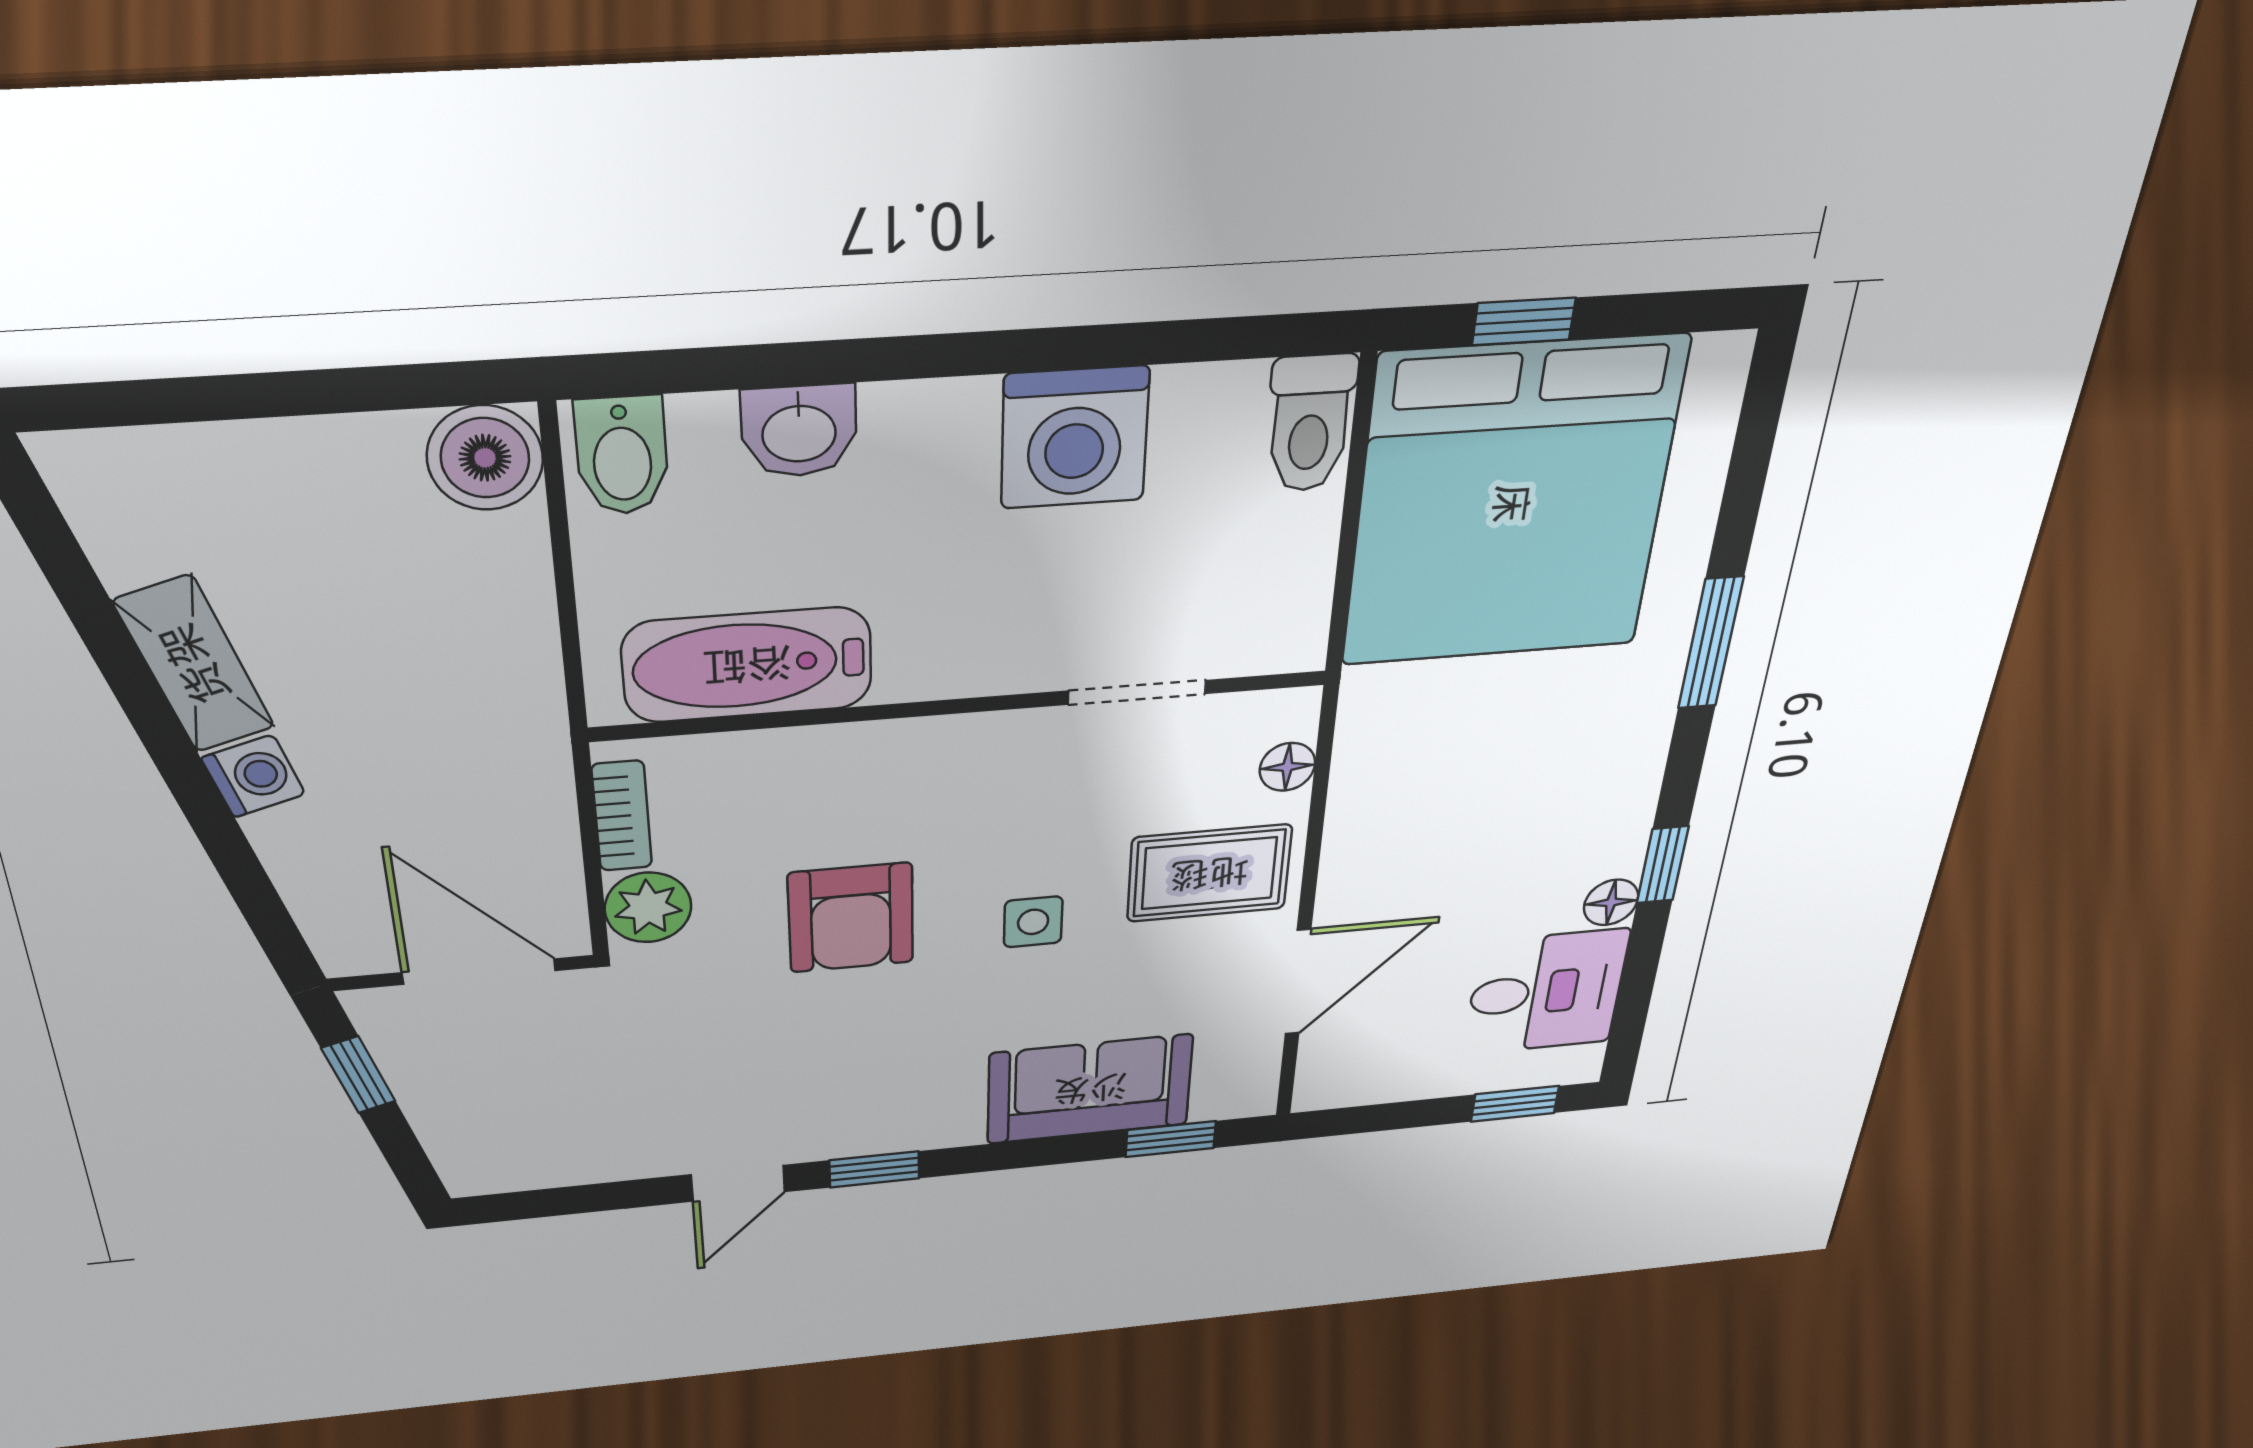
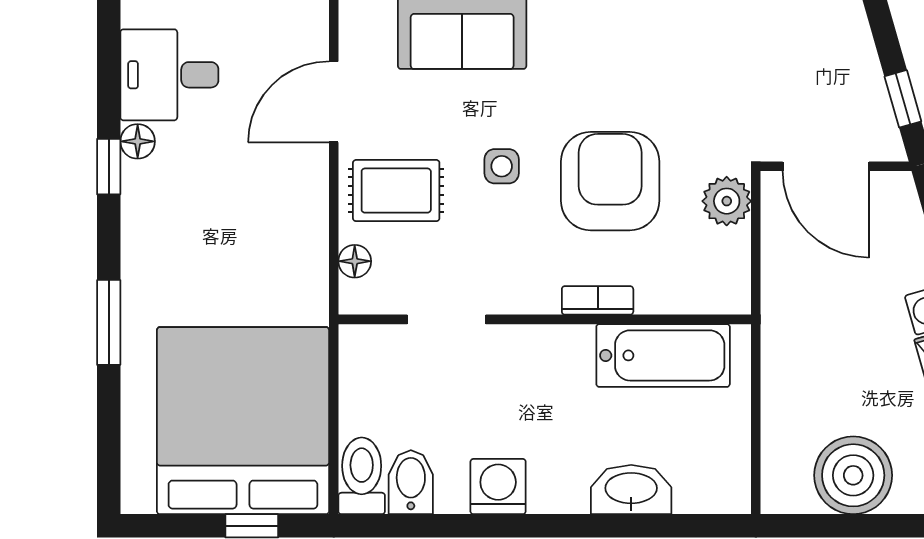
washbasin: (799, 431) -> (631, 490), width x1.38
washing machine: (1075, 438) -> (498, 487), width x0.73, depth x0.73
bidet: (622, 456) -> (411, 482), moved
boiler: (485, 458) -> (853, 475), moved, width x1.37, depth x1.37
bookcase: (622, 816) -> (598, 300), moved, turned 90
armchair: (851, 918) -> (610, 181), width x1.36, depth x1.36

